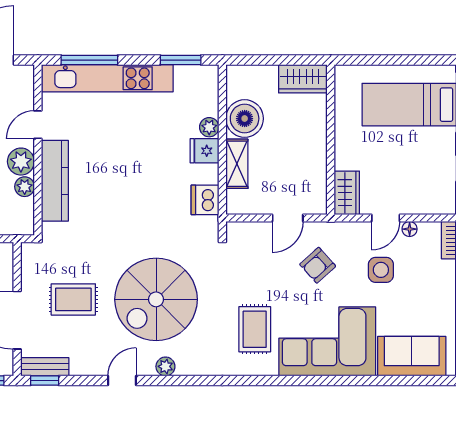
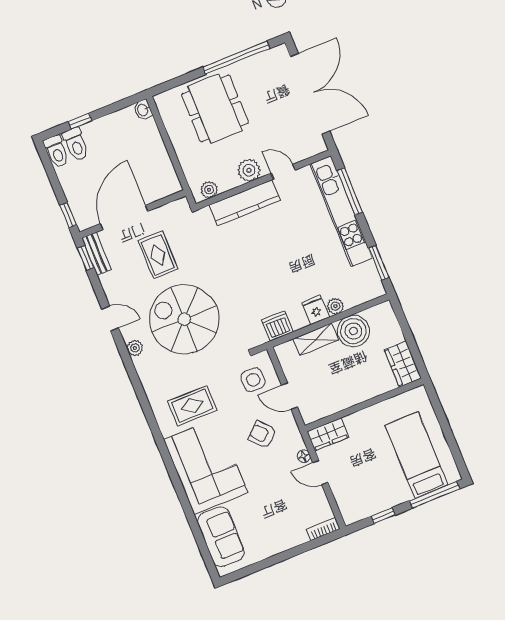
plant: (25, 187) -> (209, 190), moved
floor lamp: (410, 229) -> (304, 456), moved
side table: (381, 270) -> (253, 380), moved

